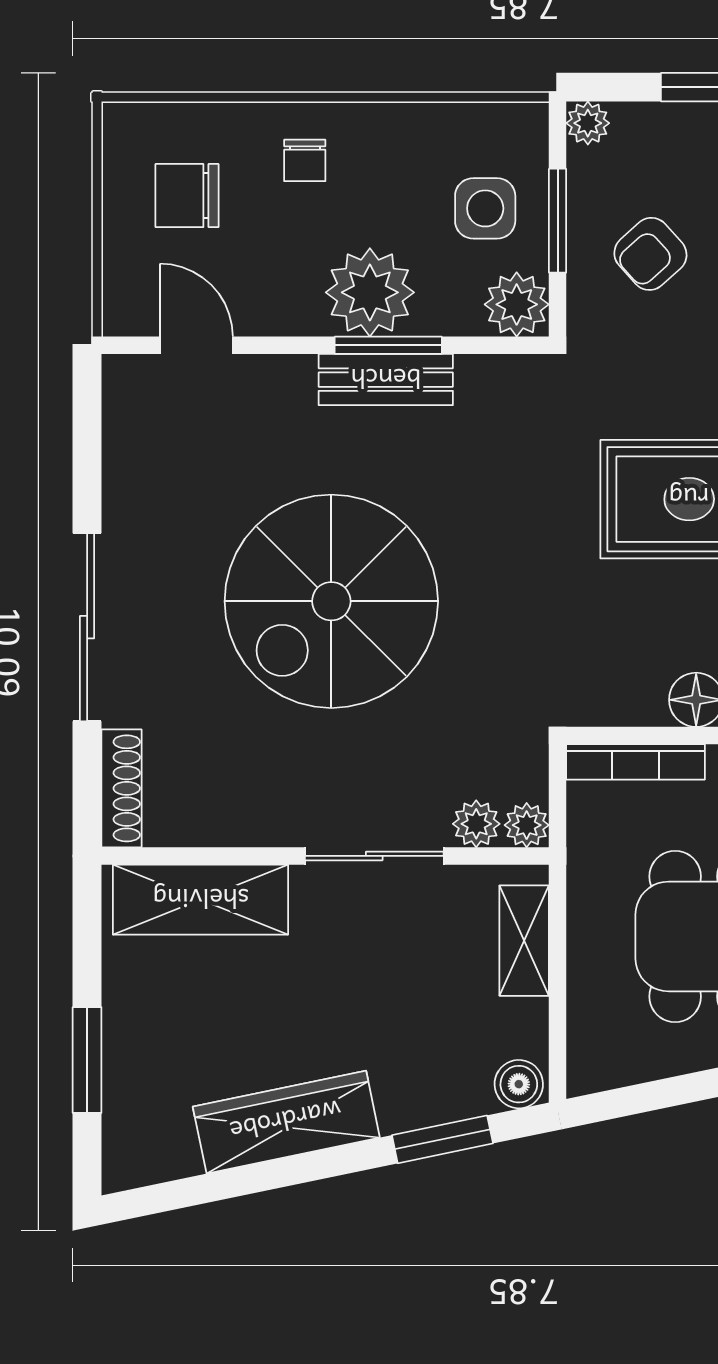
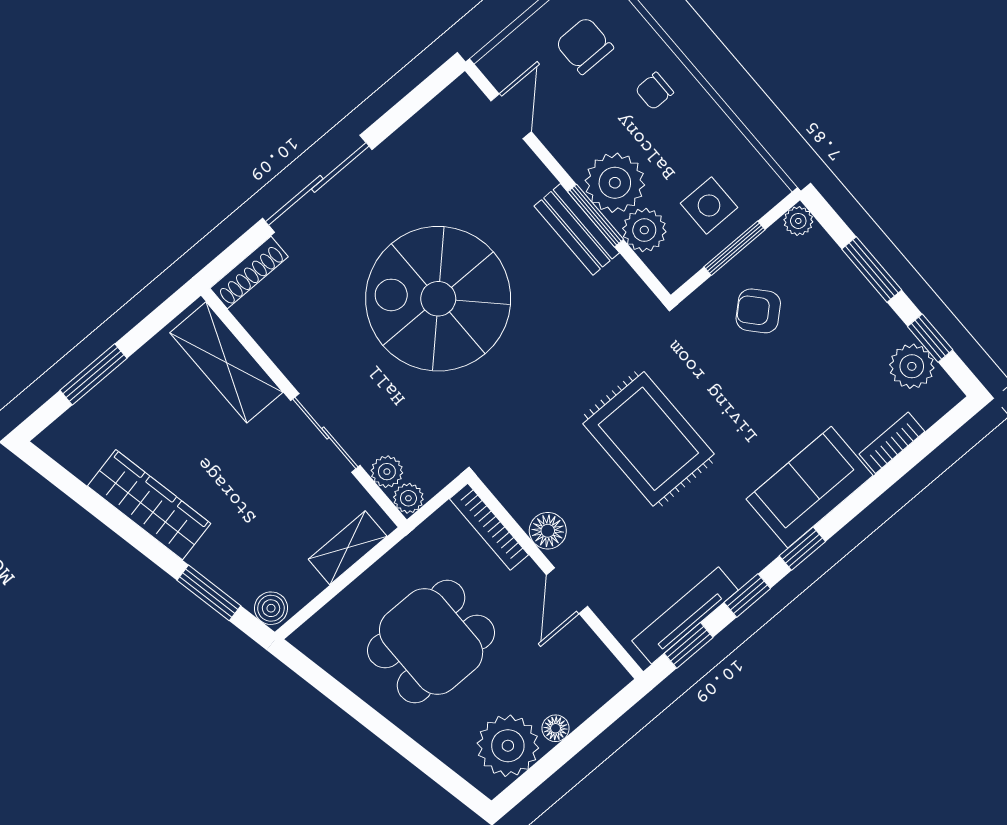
plant: (517, 304) -> (644, 230), moved

